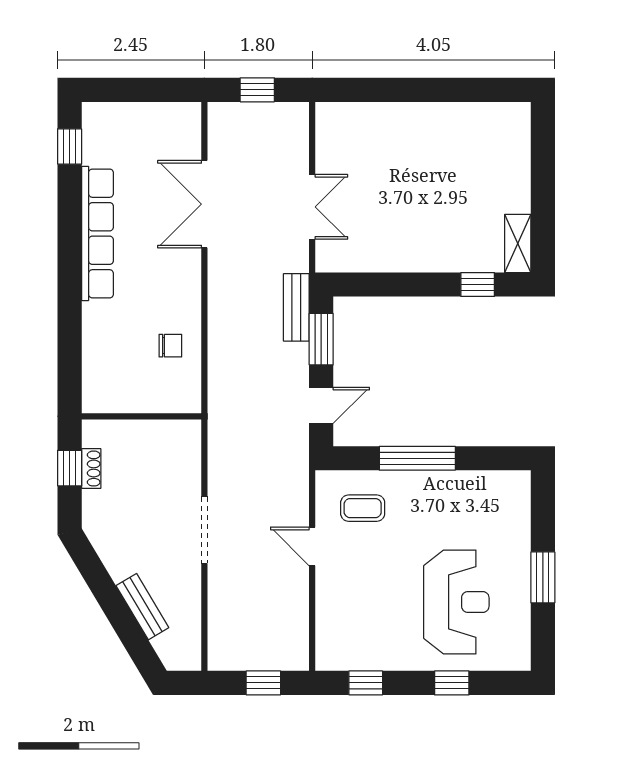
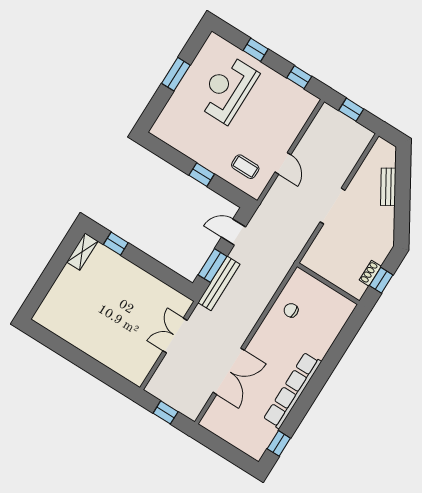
bench: (296, 307) -> (219, 283), width x1.36
window: (417, 458) -> (202, 175), width x0.46

